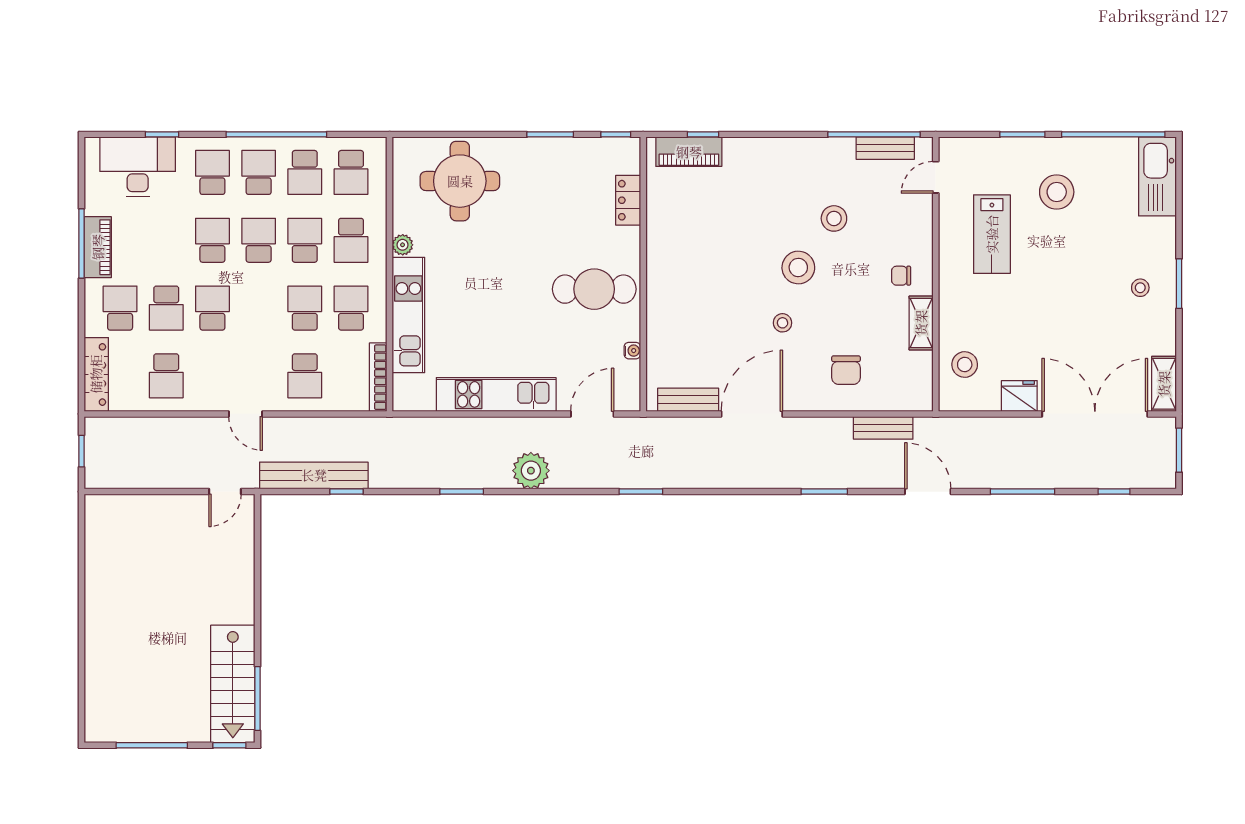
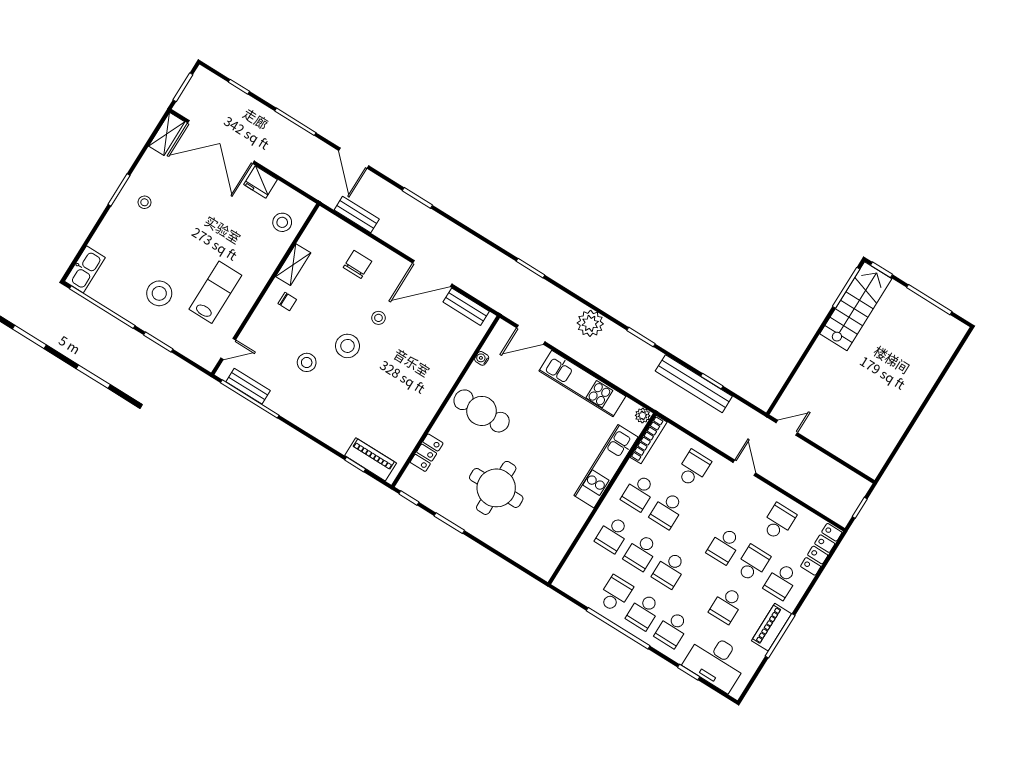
school desk: (351, 172) -> (587, 576), removed
kitchen sink: (1157, 176) -> (85, 269), width x0.73, depth x0.81
round table: (460, 181) -> (496, 488), moved
school desk: (212, 240) -> (727, 605), moved
school desk: (351, 240) -> (613, 534), turned 180
plant: (403, 245) -> (643, 416), moved
bench: (314, 475) -> (694, 384), moved

